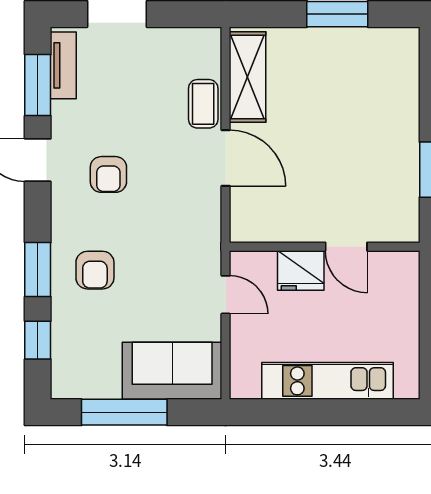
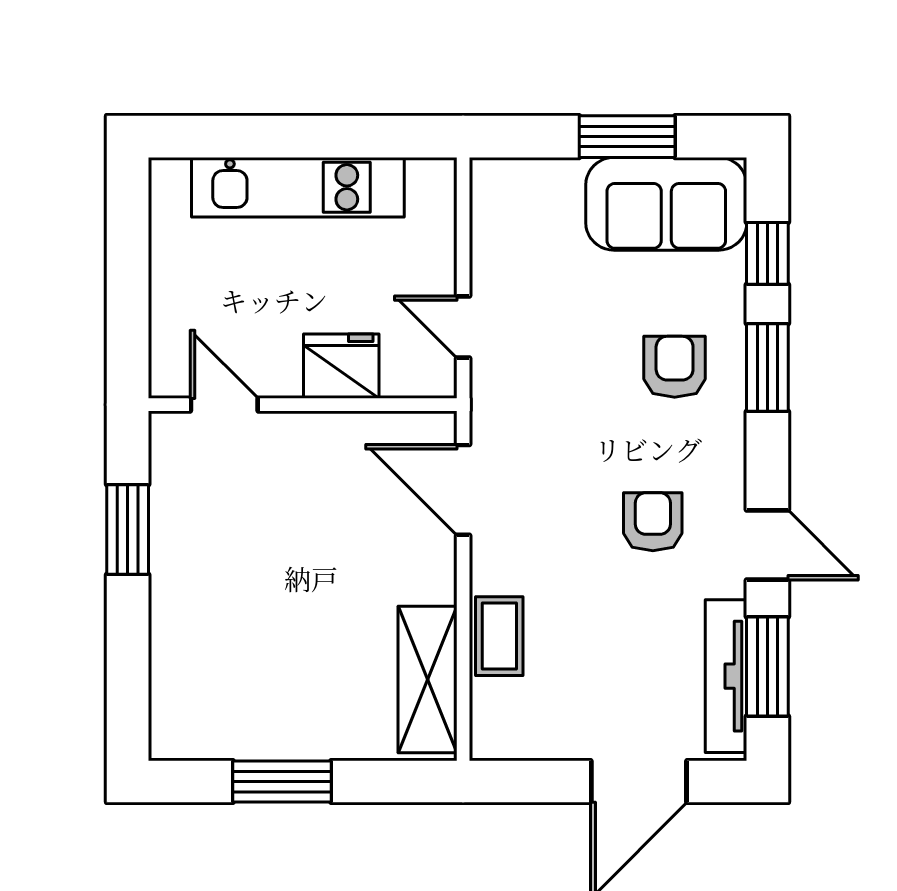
tv unit: (63, 65) -> (726, 676), width x1.41
door: (226, 158) -> (463, 490), moved
door: (346, 247) -> (224, 405), moved
sofa: (172, 371) -> (666, 204), moved
window: (124, 412) -> (627, 137), width x0.69

